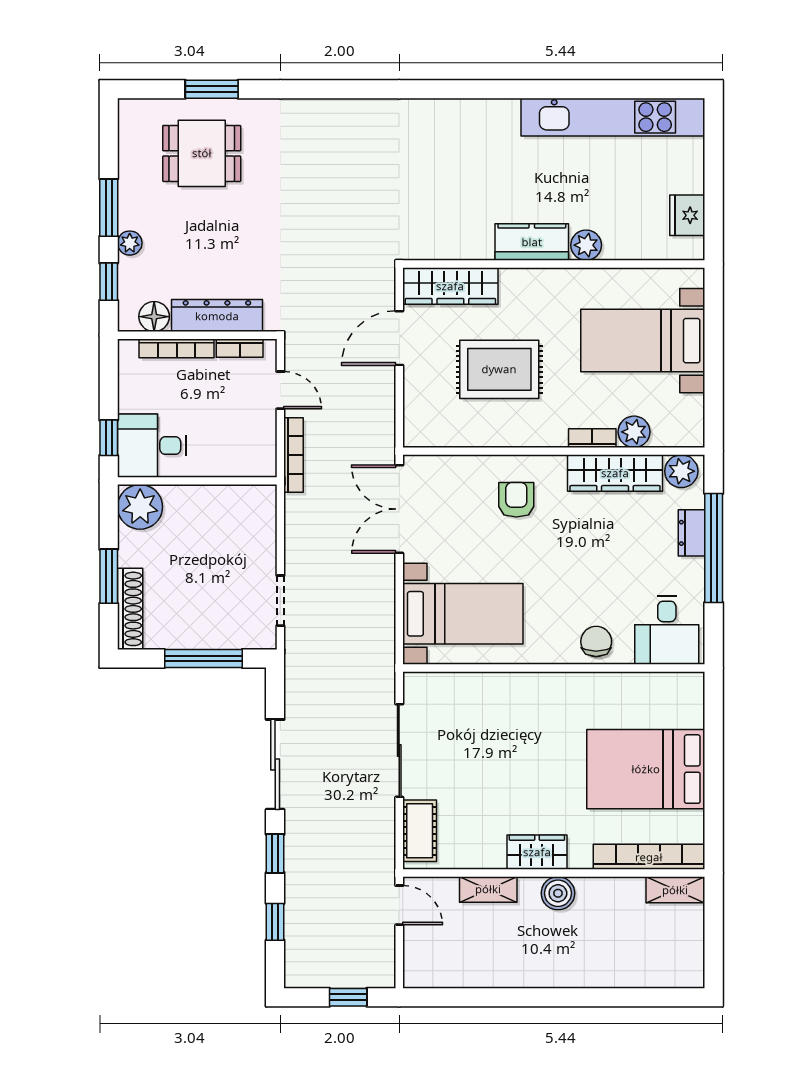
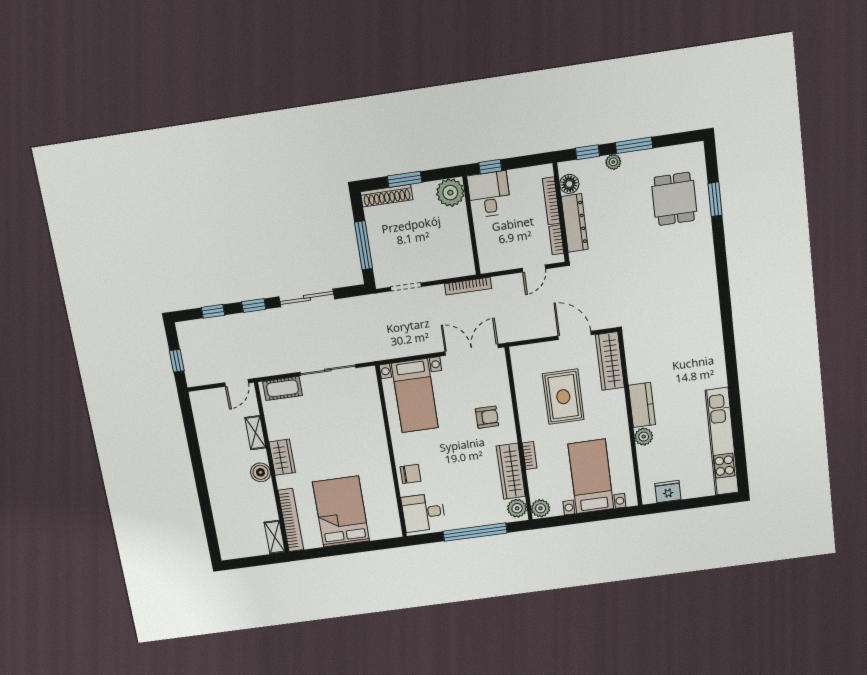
plant: (634, 432) -> (541, 508), moved
bookcase: (294, 455) -> (468, 286), moved
dresser: (692, 533) -> (482, 519), removed

